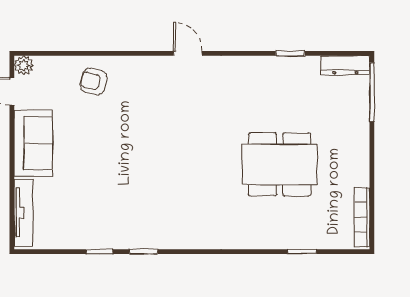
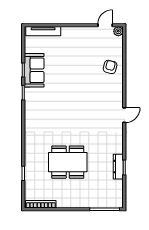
dresser: (345, 65) -> (118, 167), moved
sofa: (33, 143) -> (34, 70), moved, turned -90
dining table: (280, 164) -> (68, 162), turned 90

